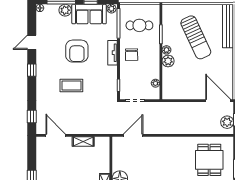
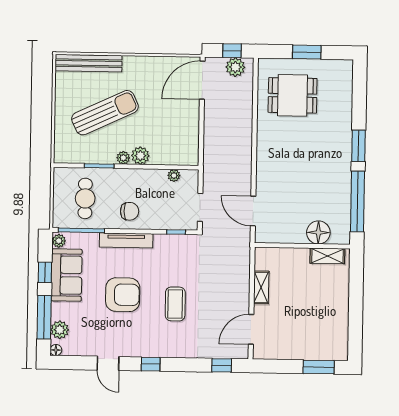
plant: (65, 10) -> (60, 330), moved
tv unit: (112, 53) -> (126, 240), width x1.41

